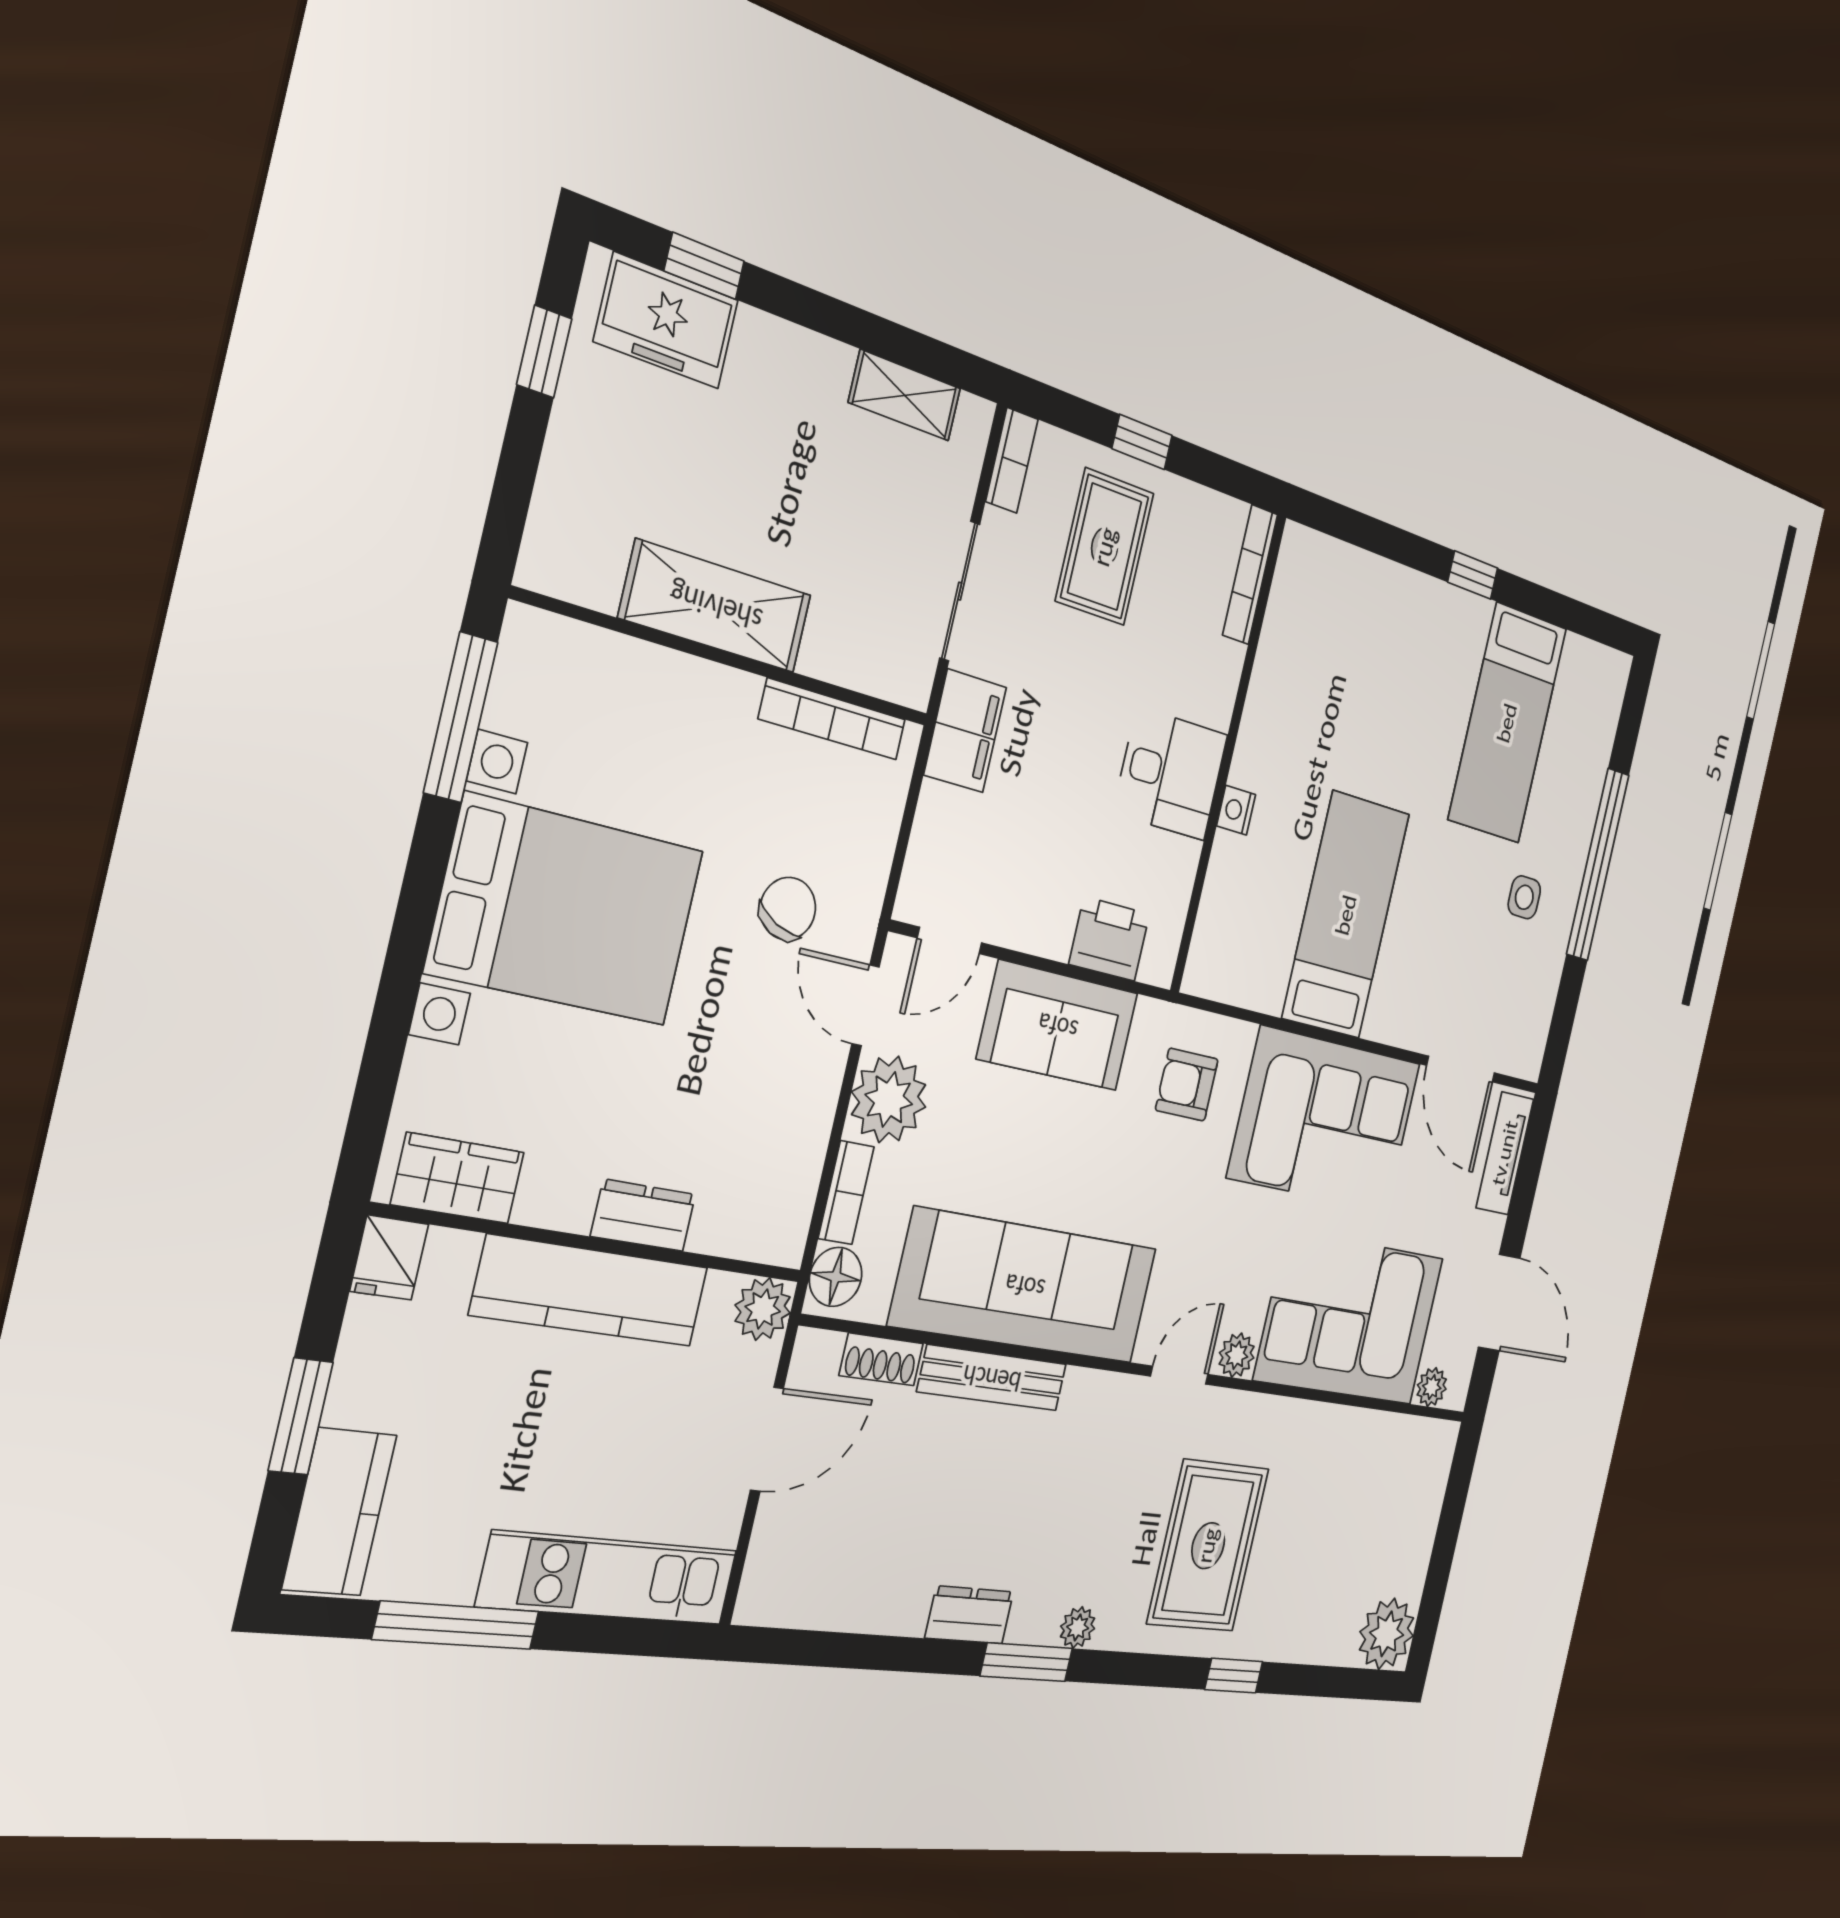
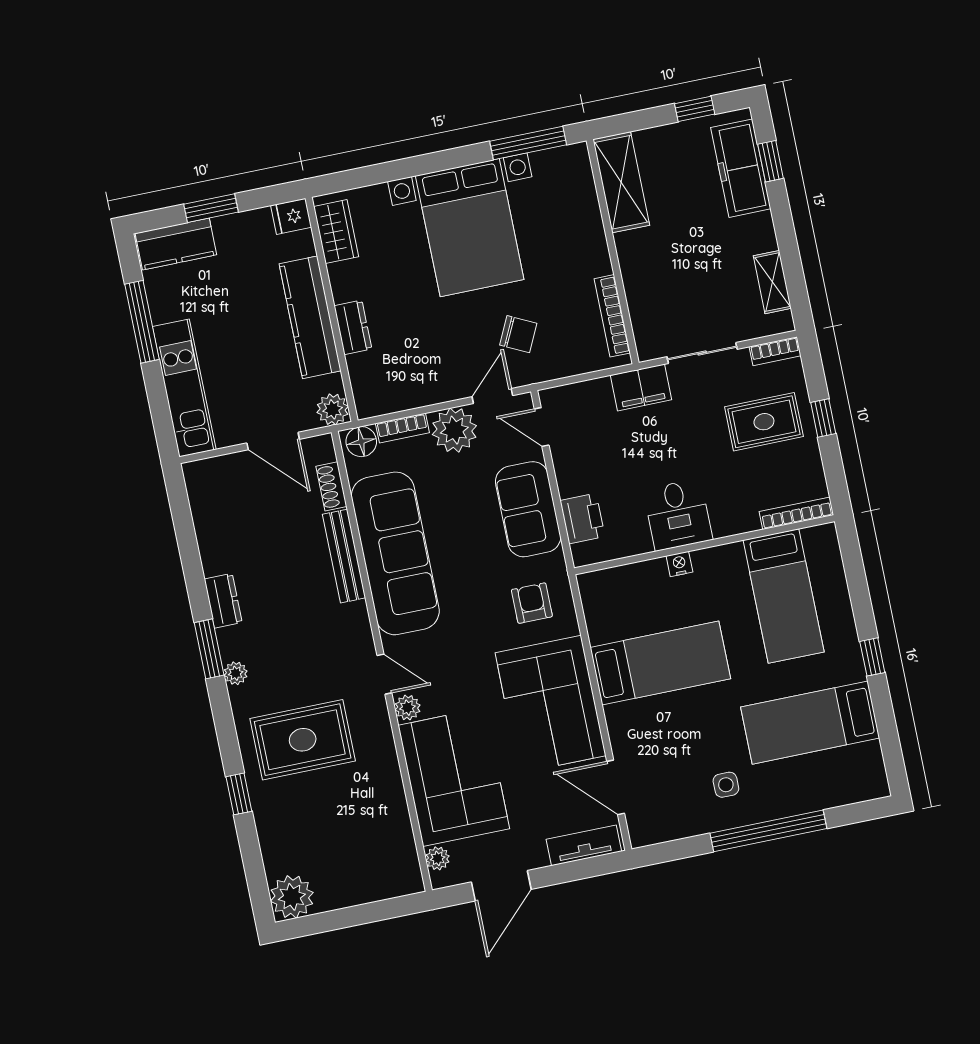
freezer: (666, 321) -> (741, 168), width x1.40
shelving: (716, 606) -> (621, 182), moved
bed: (1345, 666) -> (784, 596), added
door: (1461, 1069) -> (616, 787), hinge flipped

